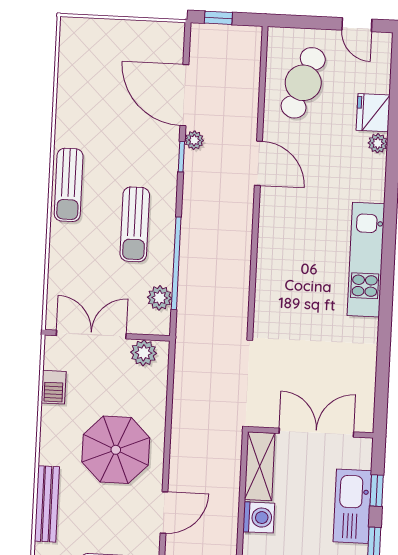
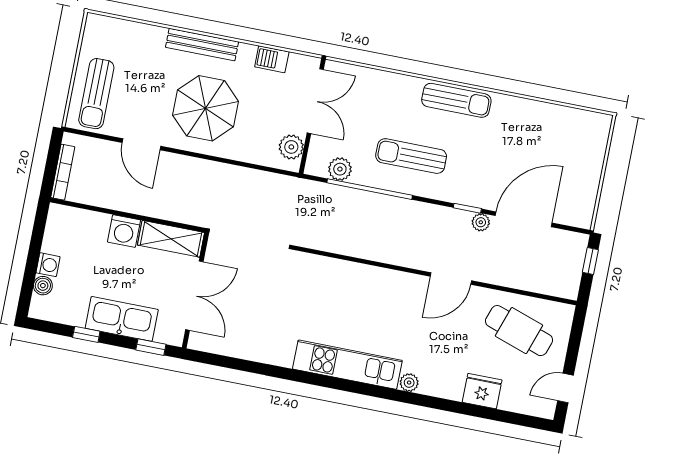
plant: (378, 143) -> (409, 383), moved
sun lounger: (69, 185) -> (456, 100), turned 180
window: (377, 491) -> (151, 347), moved
bench: (47, 504) -> (202, 45), moved

